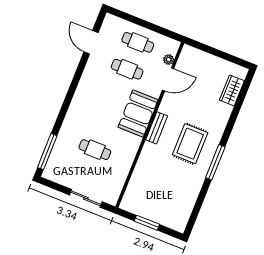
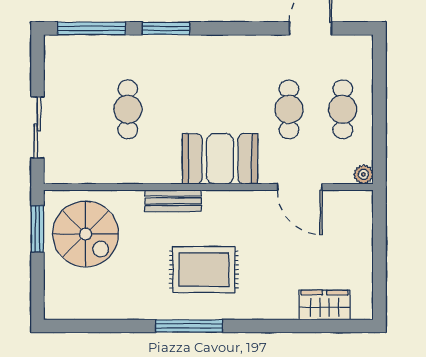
plant: (169, 60) -> (363, 174), moved
window: (62, 114) -> (166, 28), added
bench: (157, 128) -> (173, 201), moved
spiral stairs: (149, 196) -> (86, 234), added
window: (147, 223) -> (37, 229), moved

